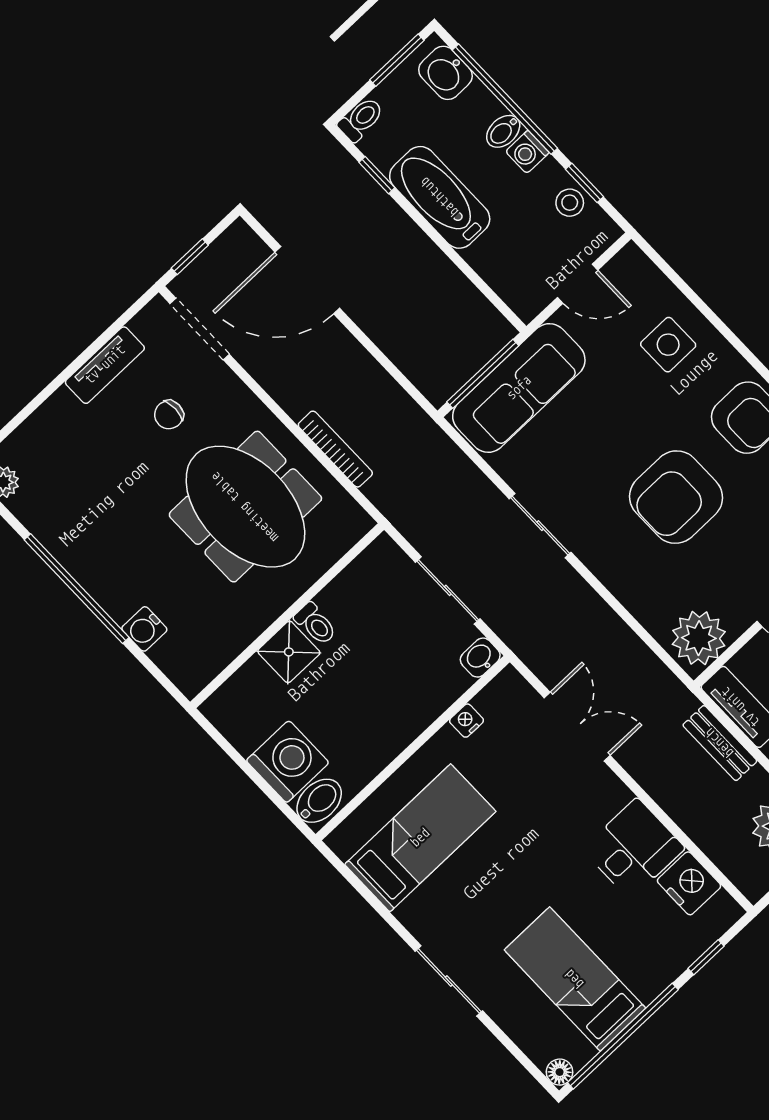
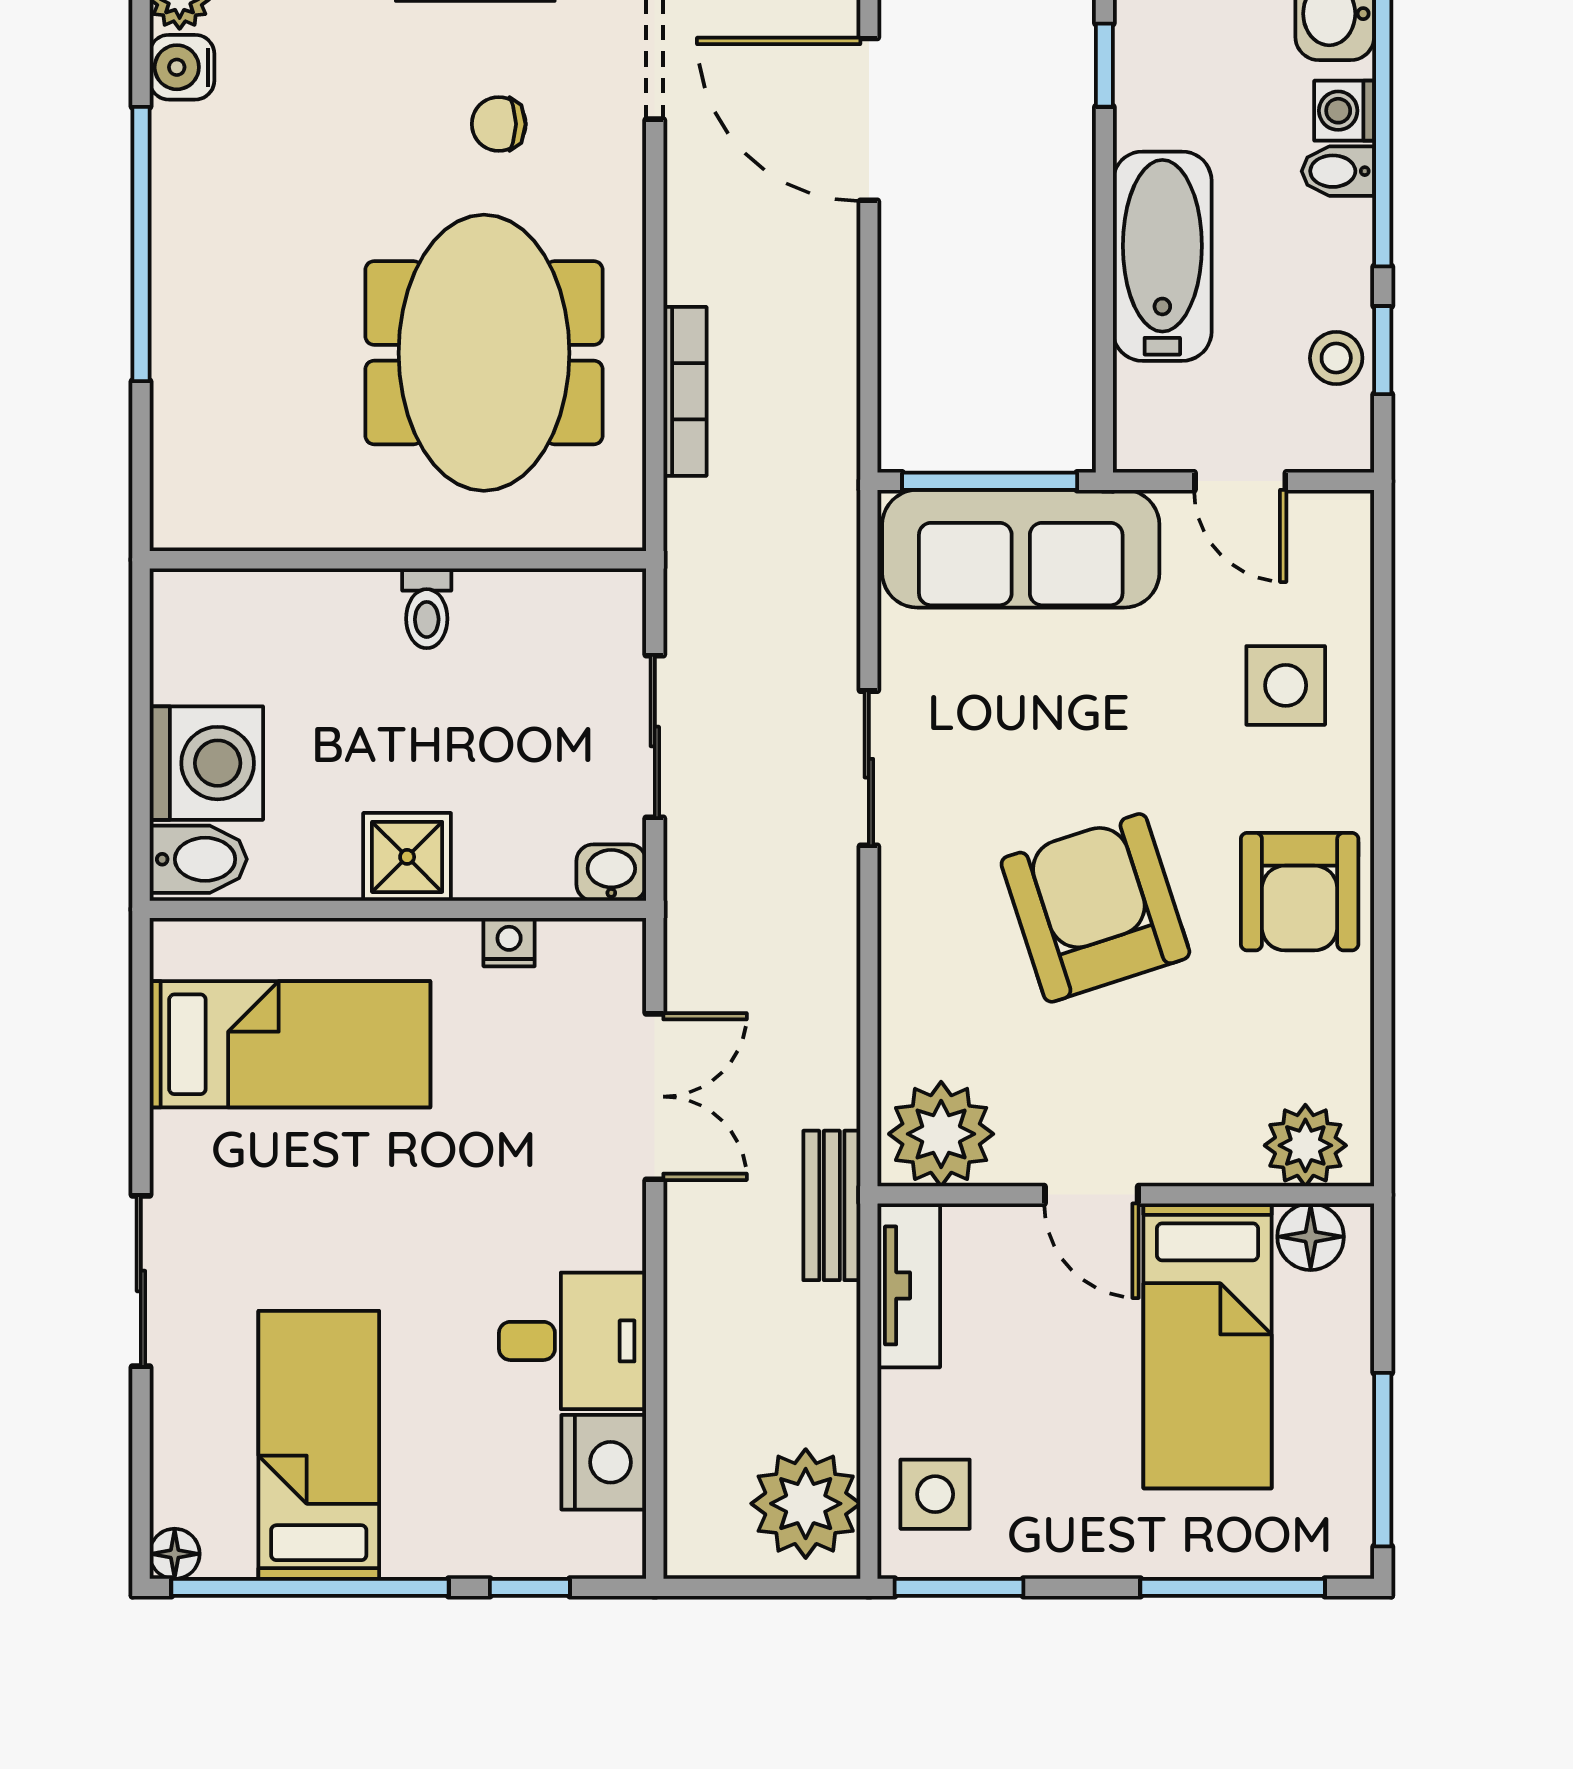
washing machine: (527, 152) -> (1344, 111), moved
bathtub: (440, 197) -> (1162, 256), moved
armchair: (676, 497) -> (1095, 908), turned 72
water cooler: (144, 629) -> (182, 67), moved
shower: (289, 652) -> (407, 857), moved
bench: (720, 743) -> (832, 1205), moved

